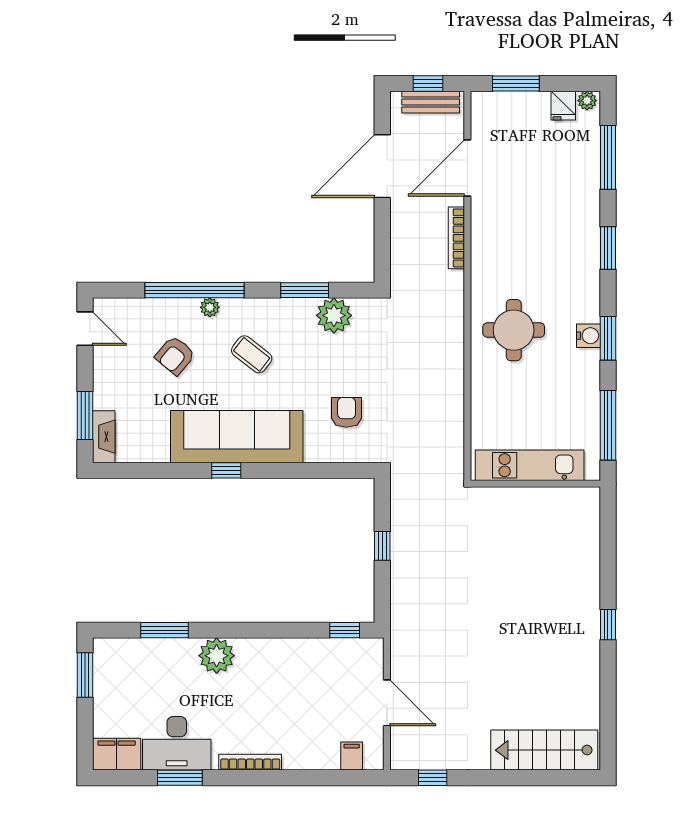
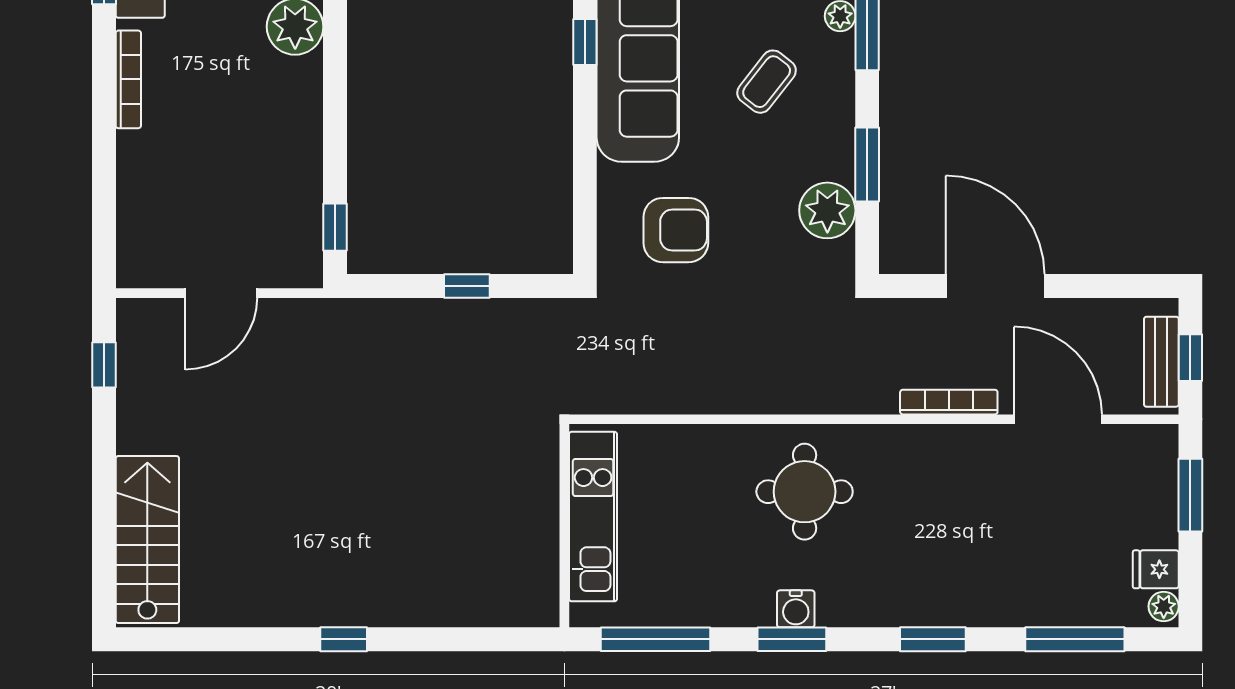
door: (382, 166) -> (995, 286), moved
armchair: (346, 412) -> (676, 230), width x1.38, depth x1.38
filing cabinet: (352, 756) -> (138, 238), removed

